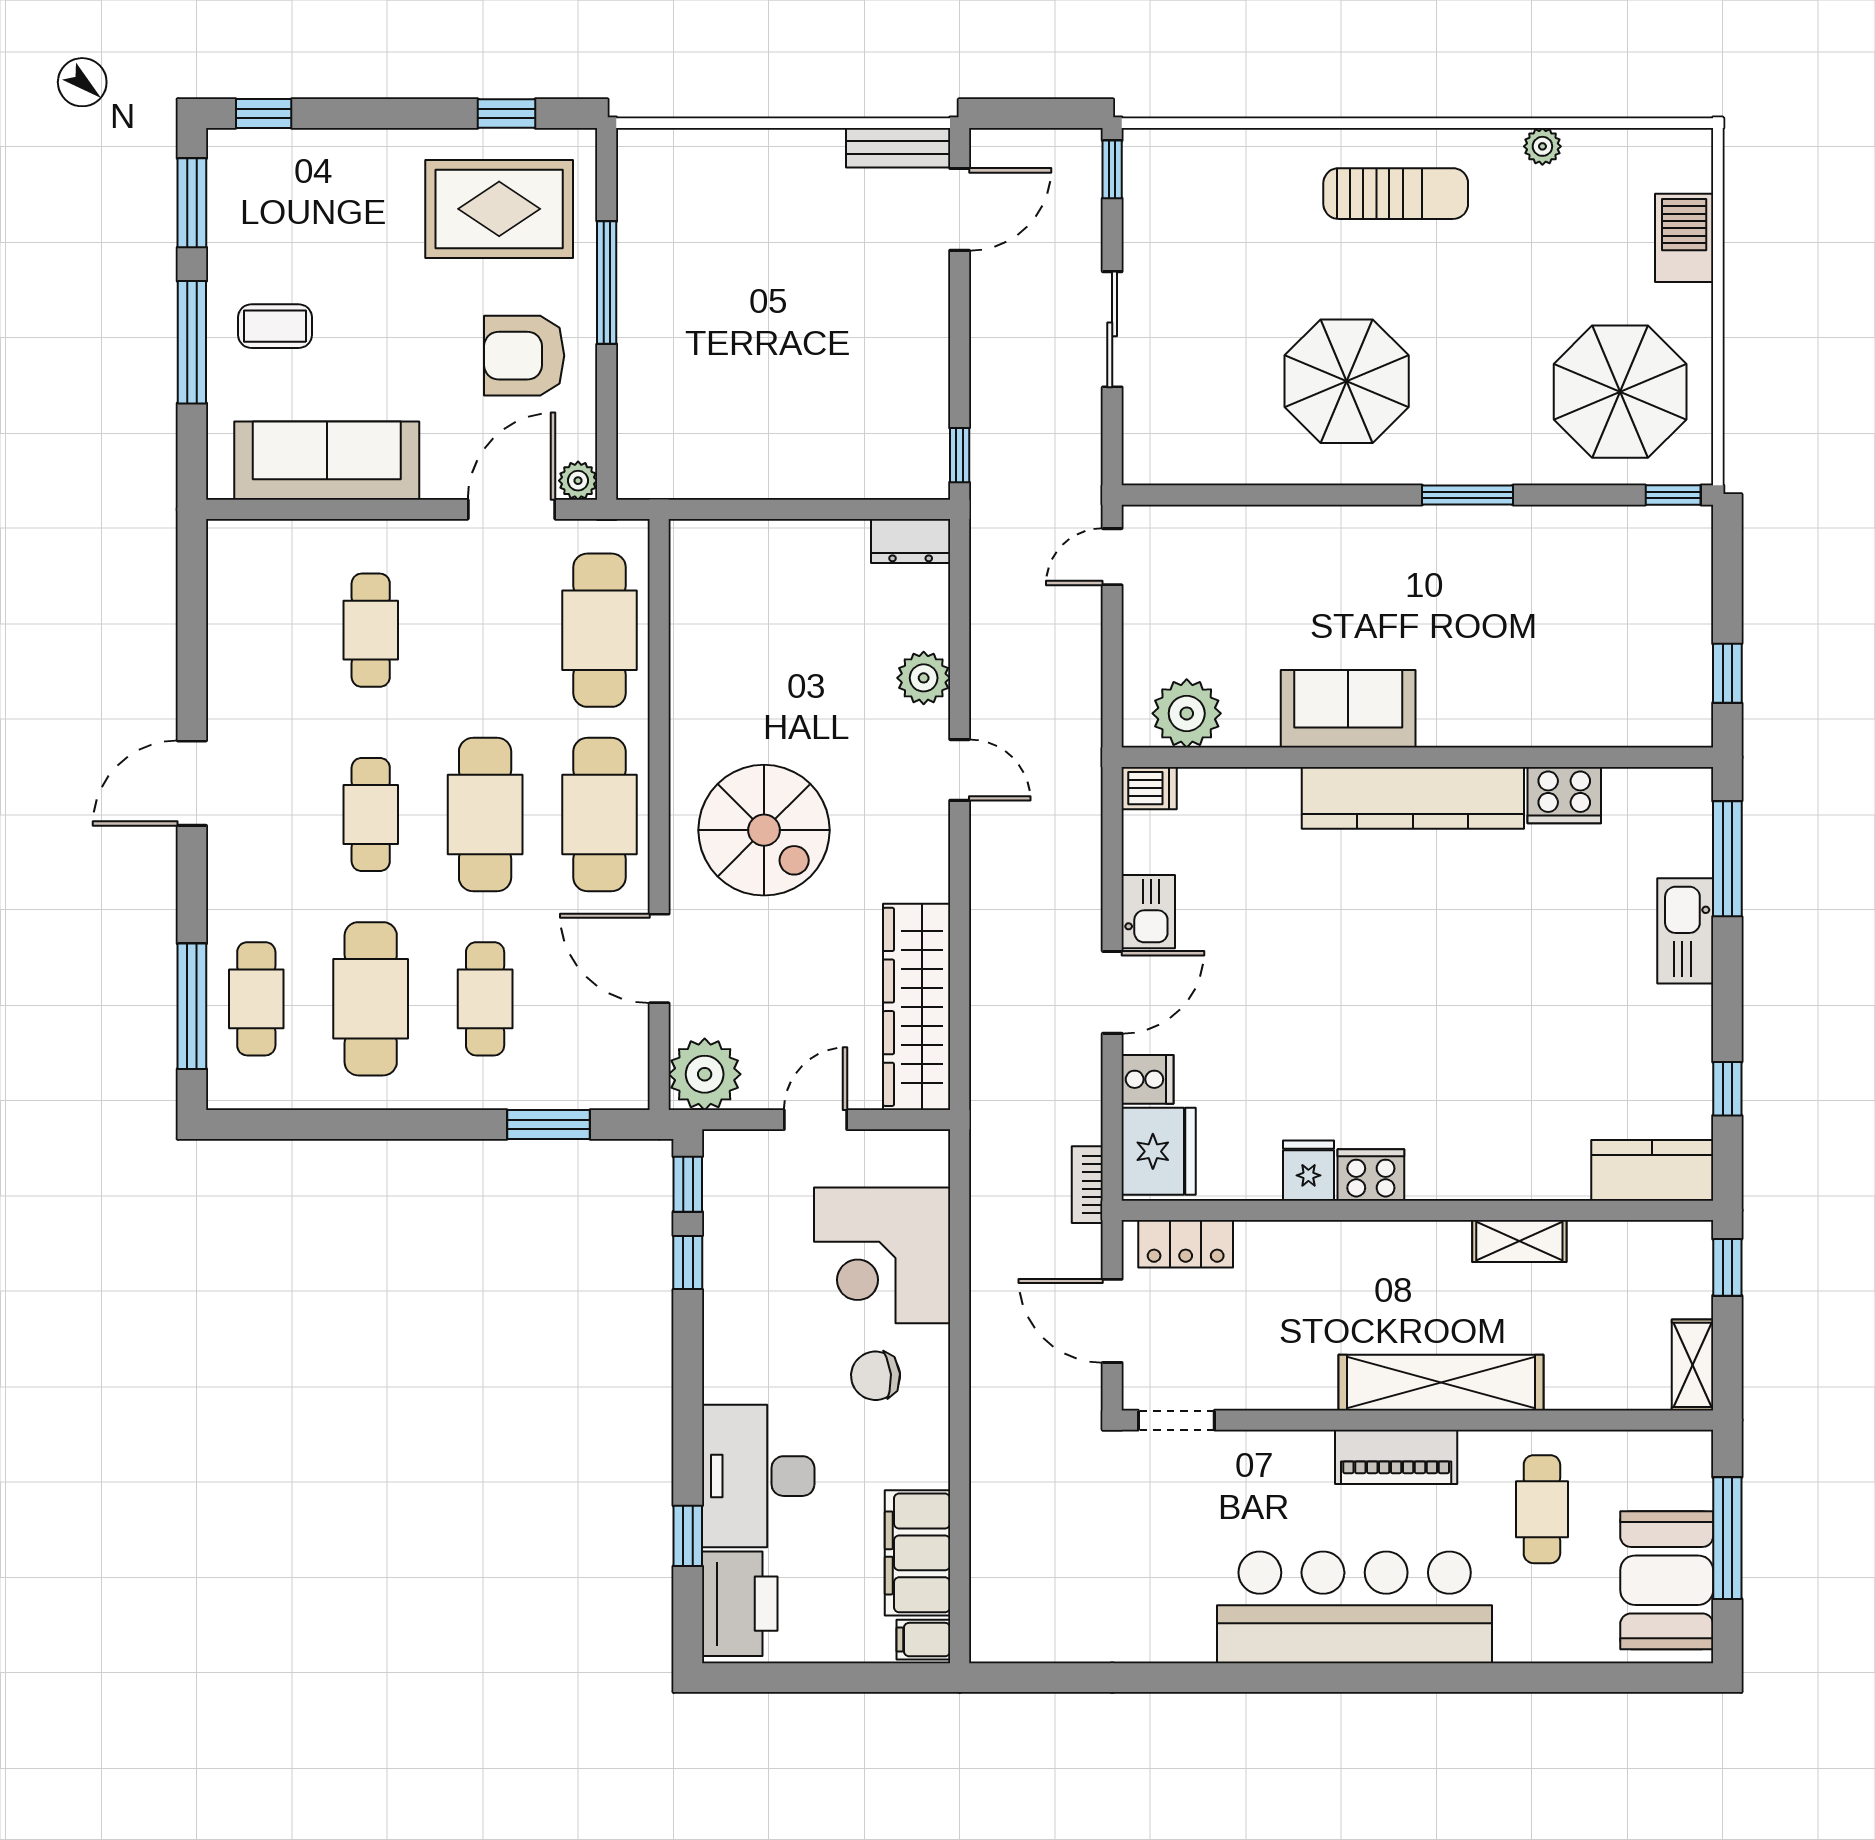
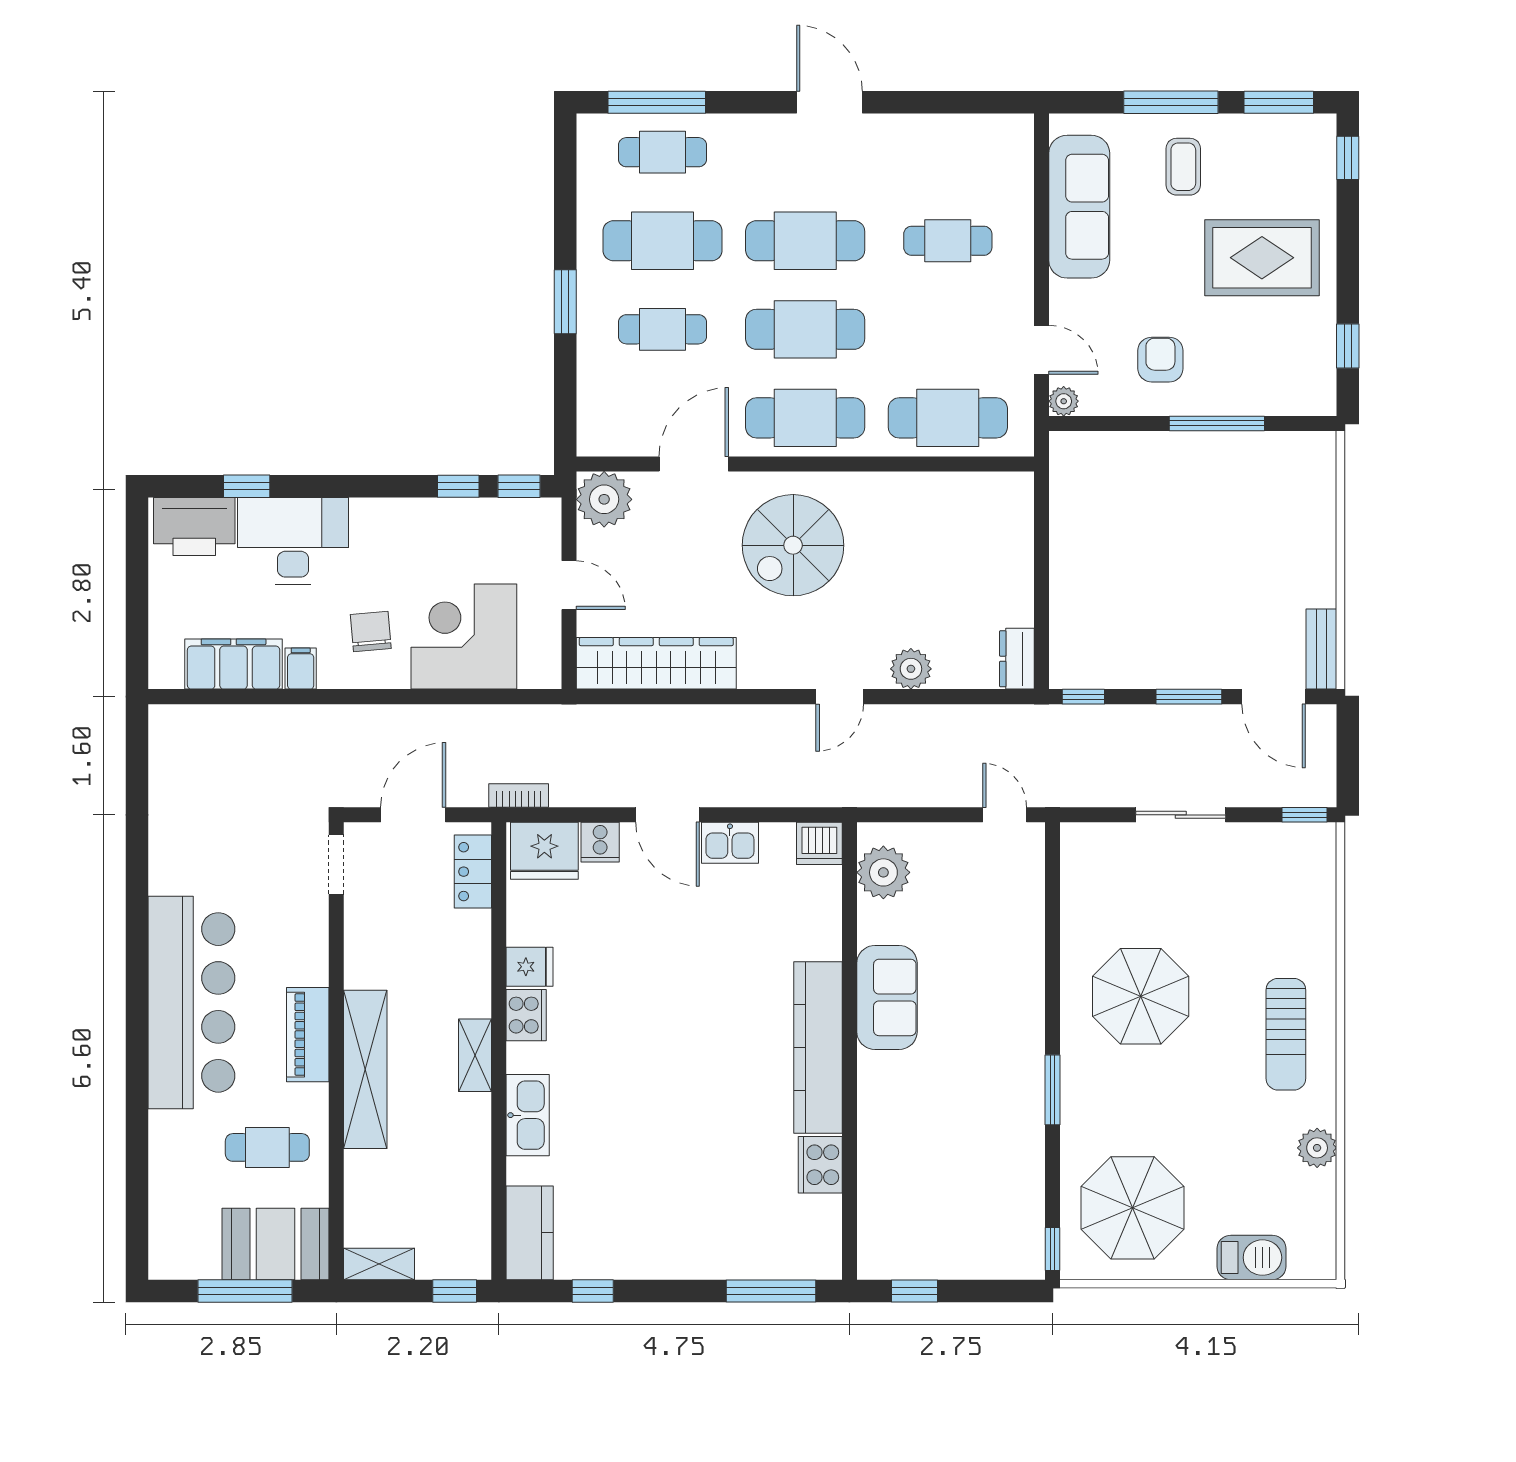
plant: (1542, 146) -> (1317, 1148), width x1.38, depth x1.38
rug: (499, 209) -> (1262, 258), moved, turned 90
window: (960, 319) -> (1189, 697), added
armchair: (524, 356) -> (1160, 360), width x0.72, depth x0.72
door: (512, 509) -> (1041, 350), width x0.73
dishwasher: (1149, 788) -> (819, 843), width x1.38
cafe table: (371, 815) -> (805, 241), width x1.37, depth x1.35
kitchen sink: (1685, 931) -> (528, 1115), moved, turned 90
window: (548, 1124) -> (565, 302), moved
shelving: (1519, 1241) -> (475, 1055), moved
booth: (1667, 1580) -> (275, 1244), moved
filing cabinet: (923, 1640) -> (301, 669), moved

